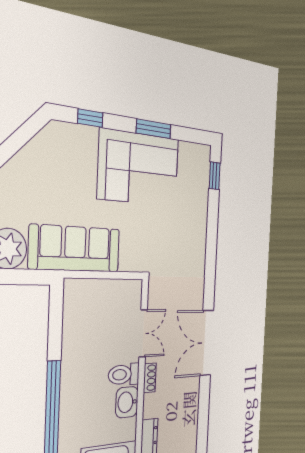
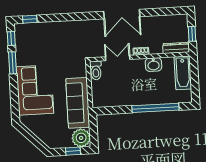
window: (90, 118) -> (11, 38), moved
corner sofa: (139, 168) -> (35, 90), moved
toilet: (124, 374) -> (96, 70), moved

